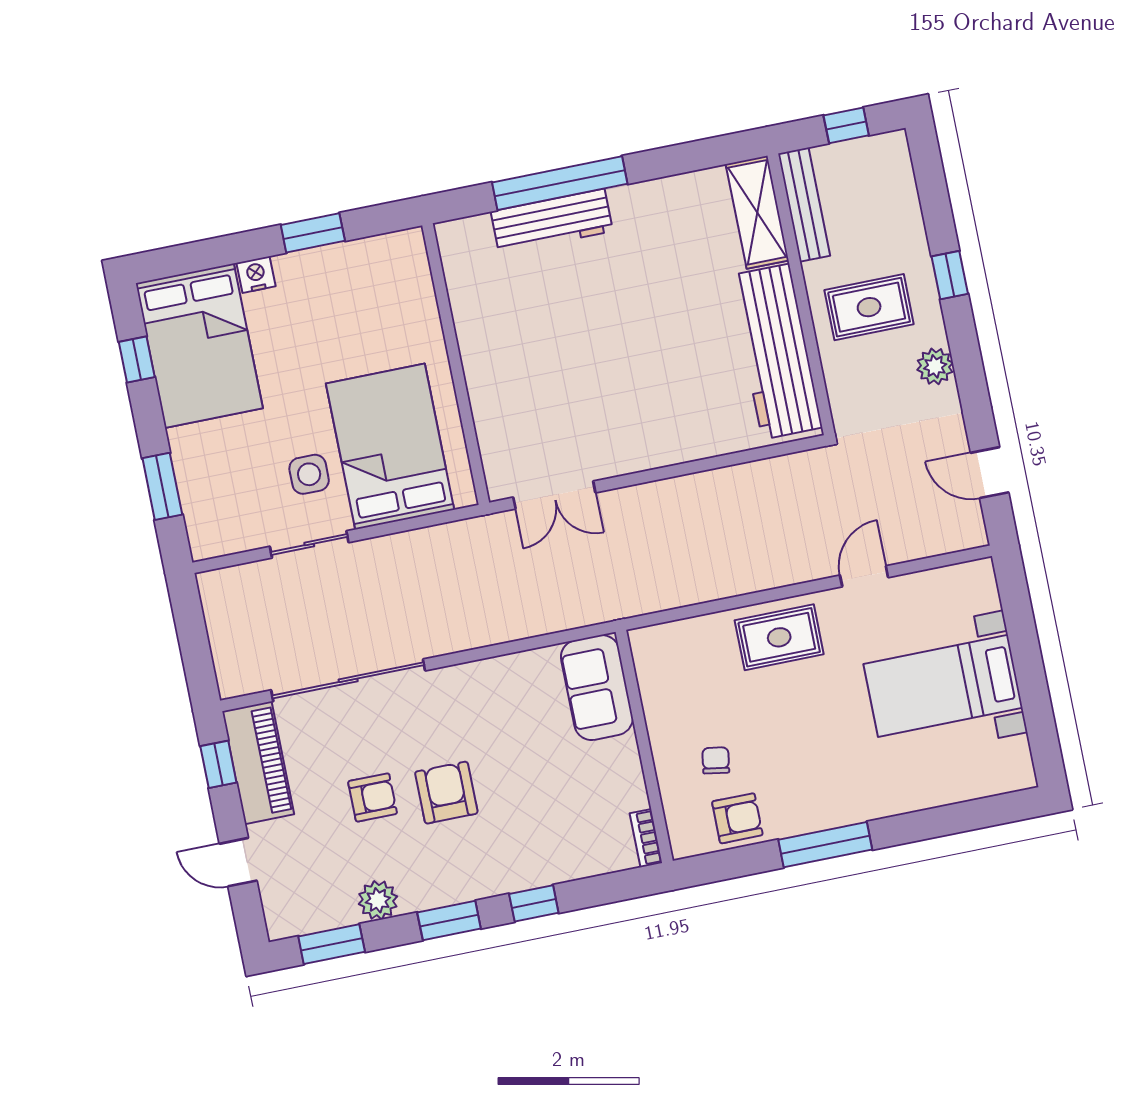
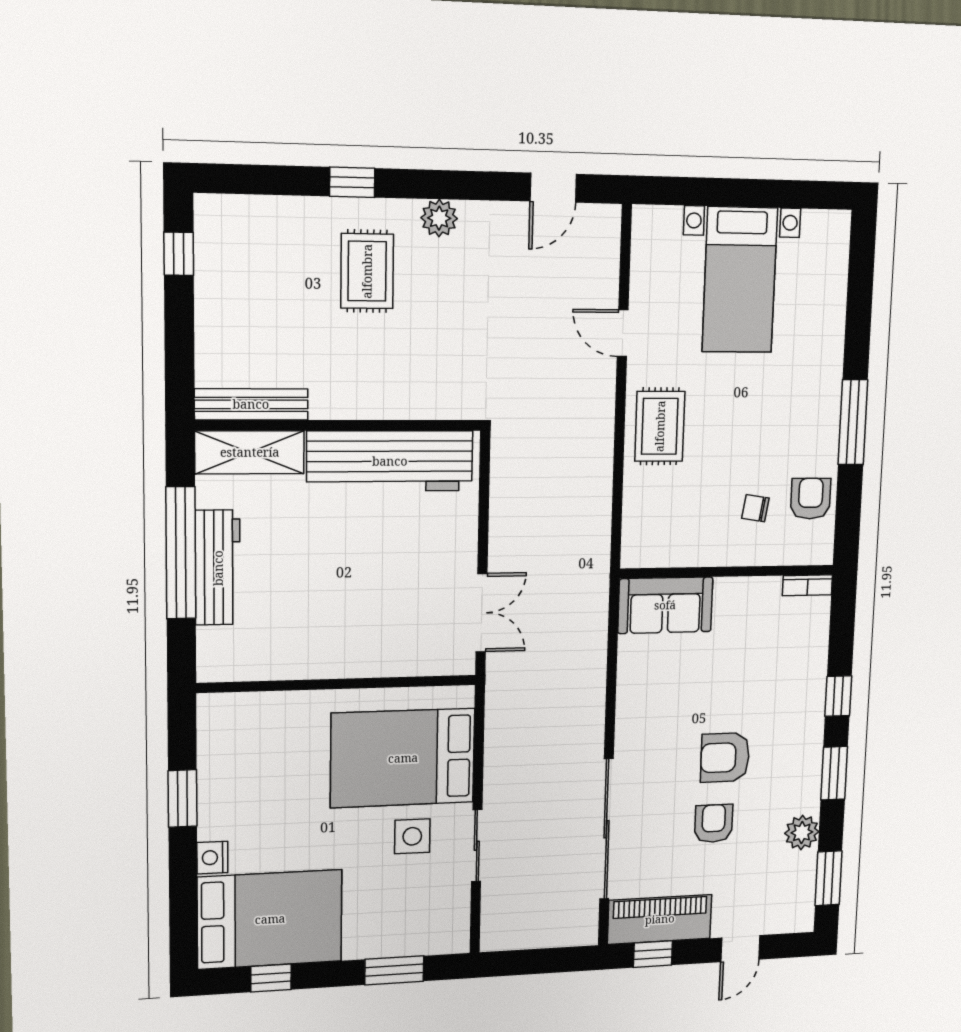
bench: (804, 205) -> (251, 404), moved
shelving: (757, 212) -> (250, 452), moved
wall: (801, 294) -> (340, 425), moved
workbench: (776, 352) -> (390, 461), moved

